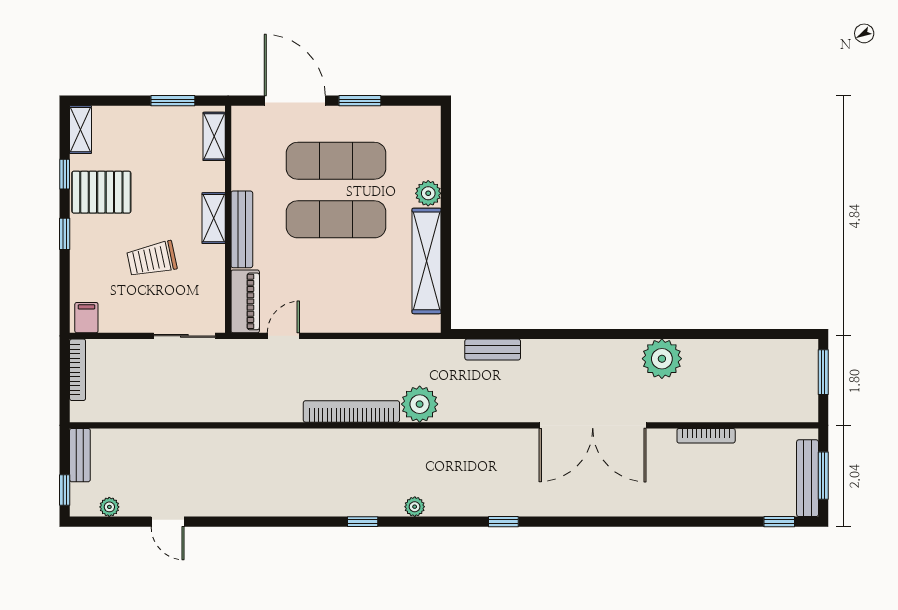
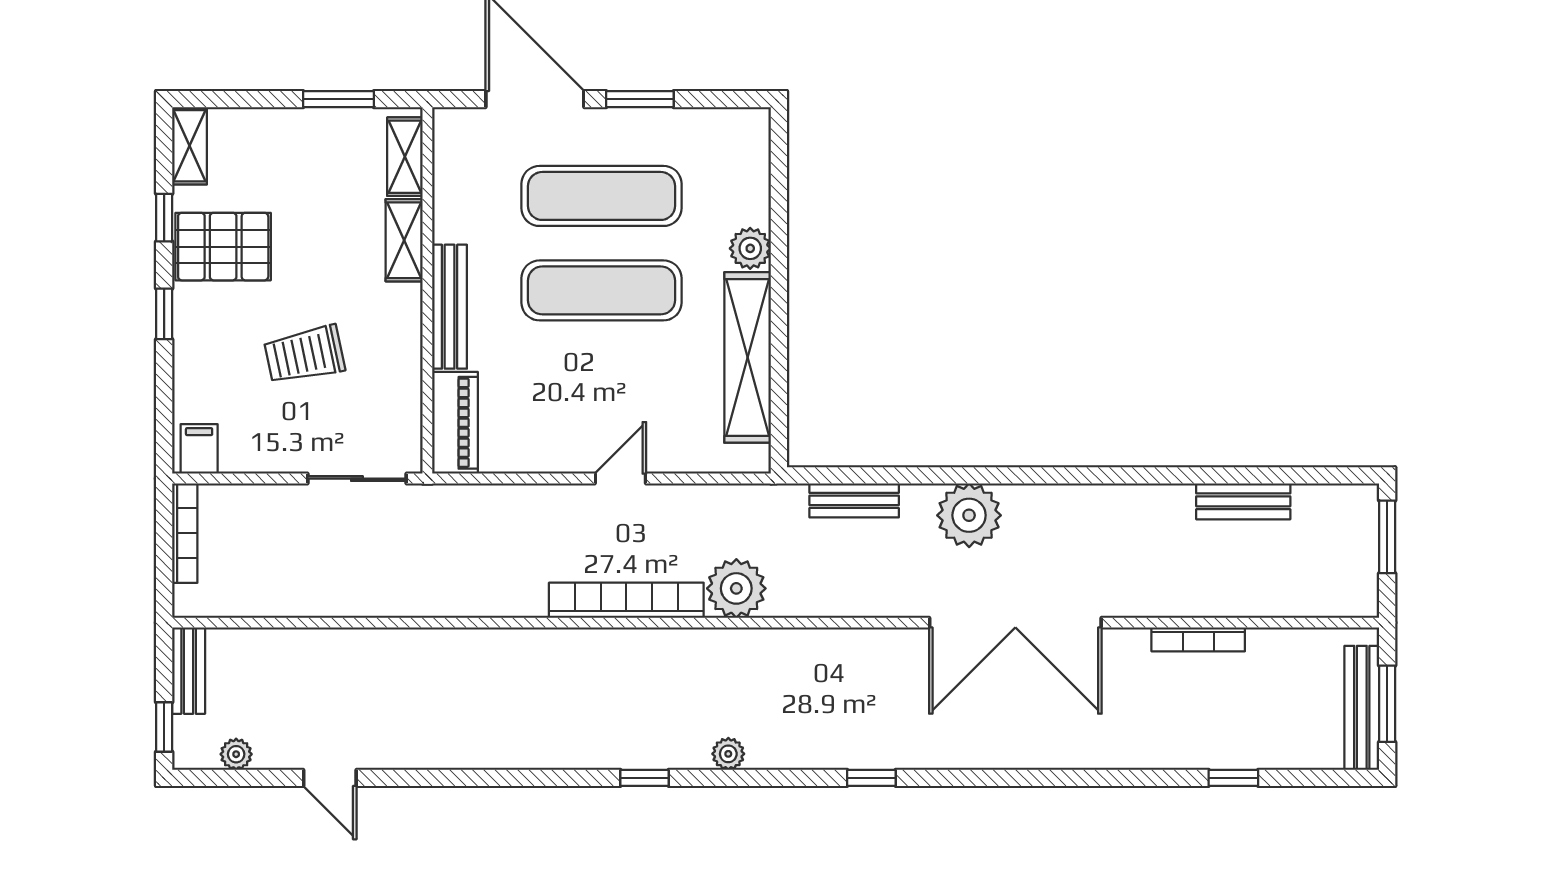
shelving: (214, 218) -> (404, 240), moved
door: (283, 336) -> (620, 479), moved
bench: (734, 350) -> (1243, 501), added
plant: (662, 359) -> (969, 515), moved
window: (779, 522) -> (1233, 778), moved

